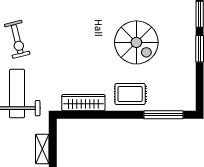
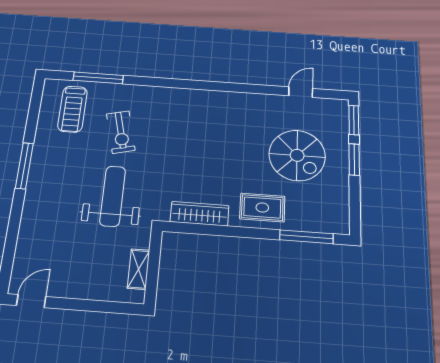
spiral stairs: (136, 42) -> (297, 155), moved

